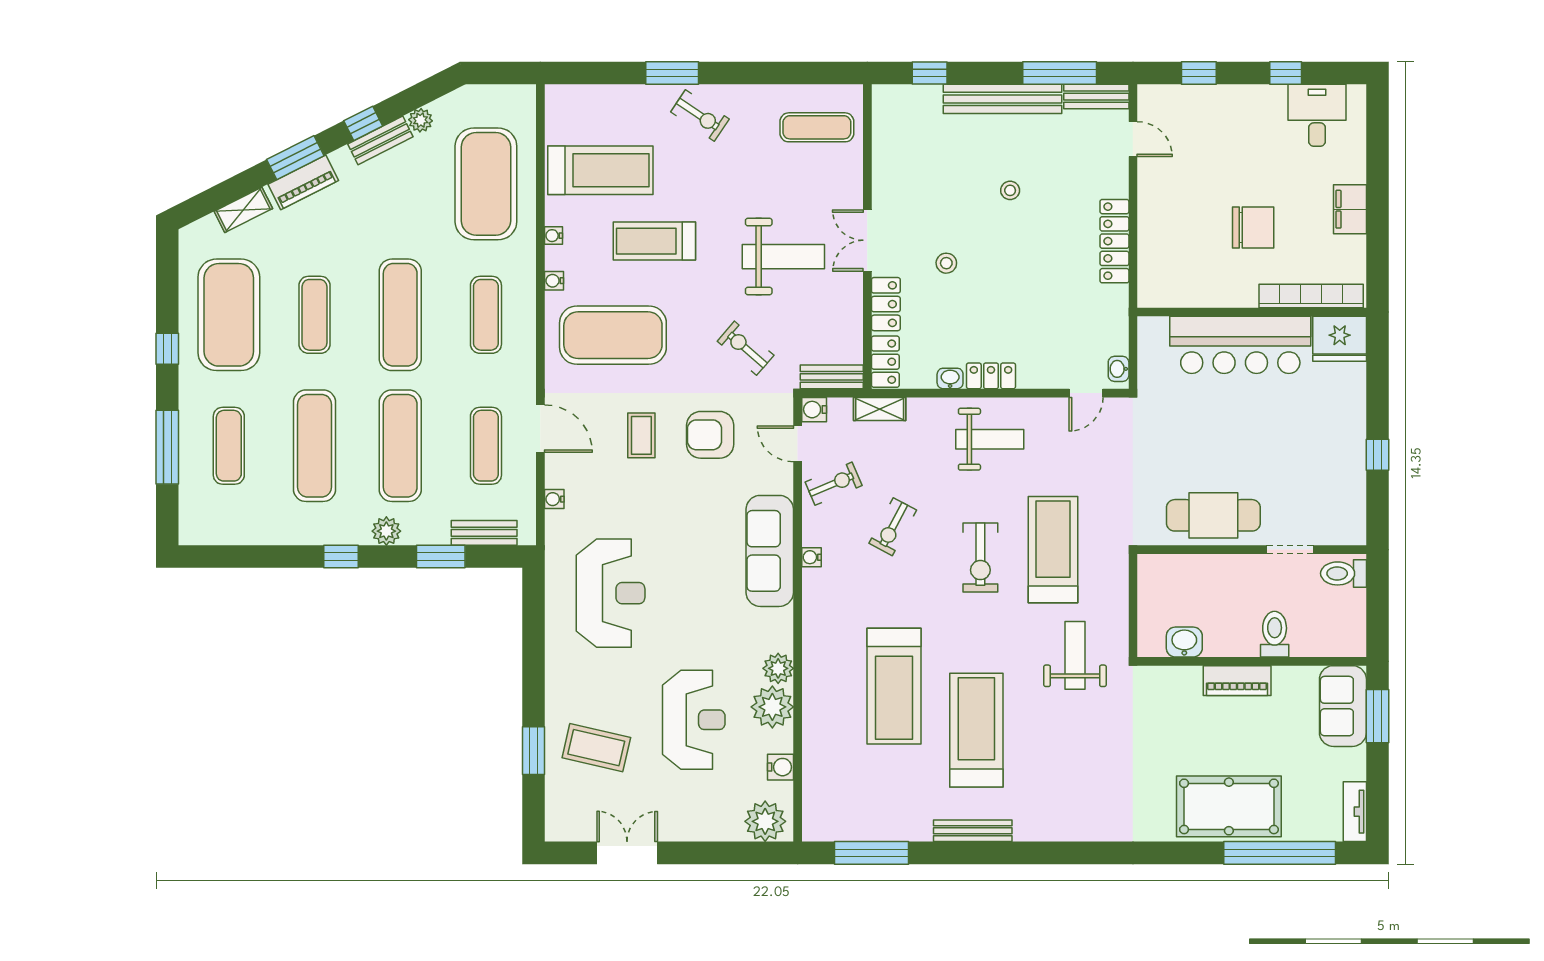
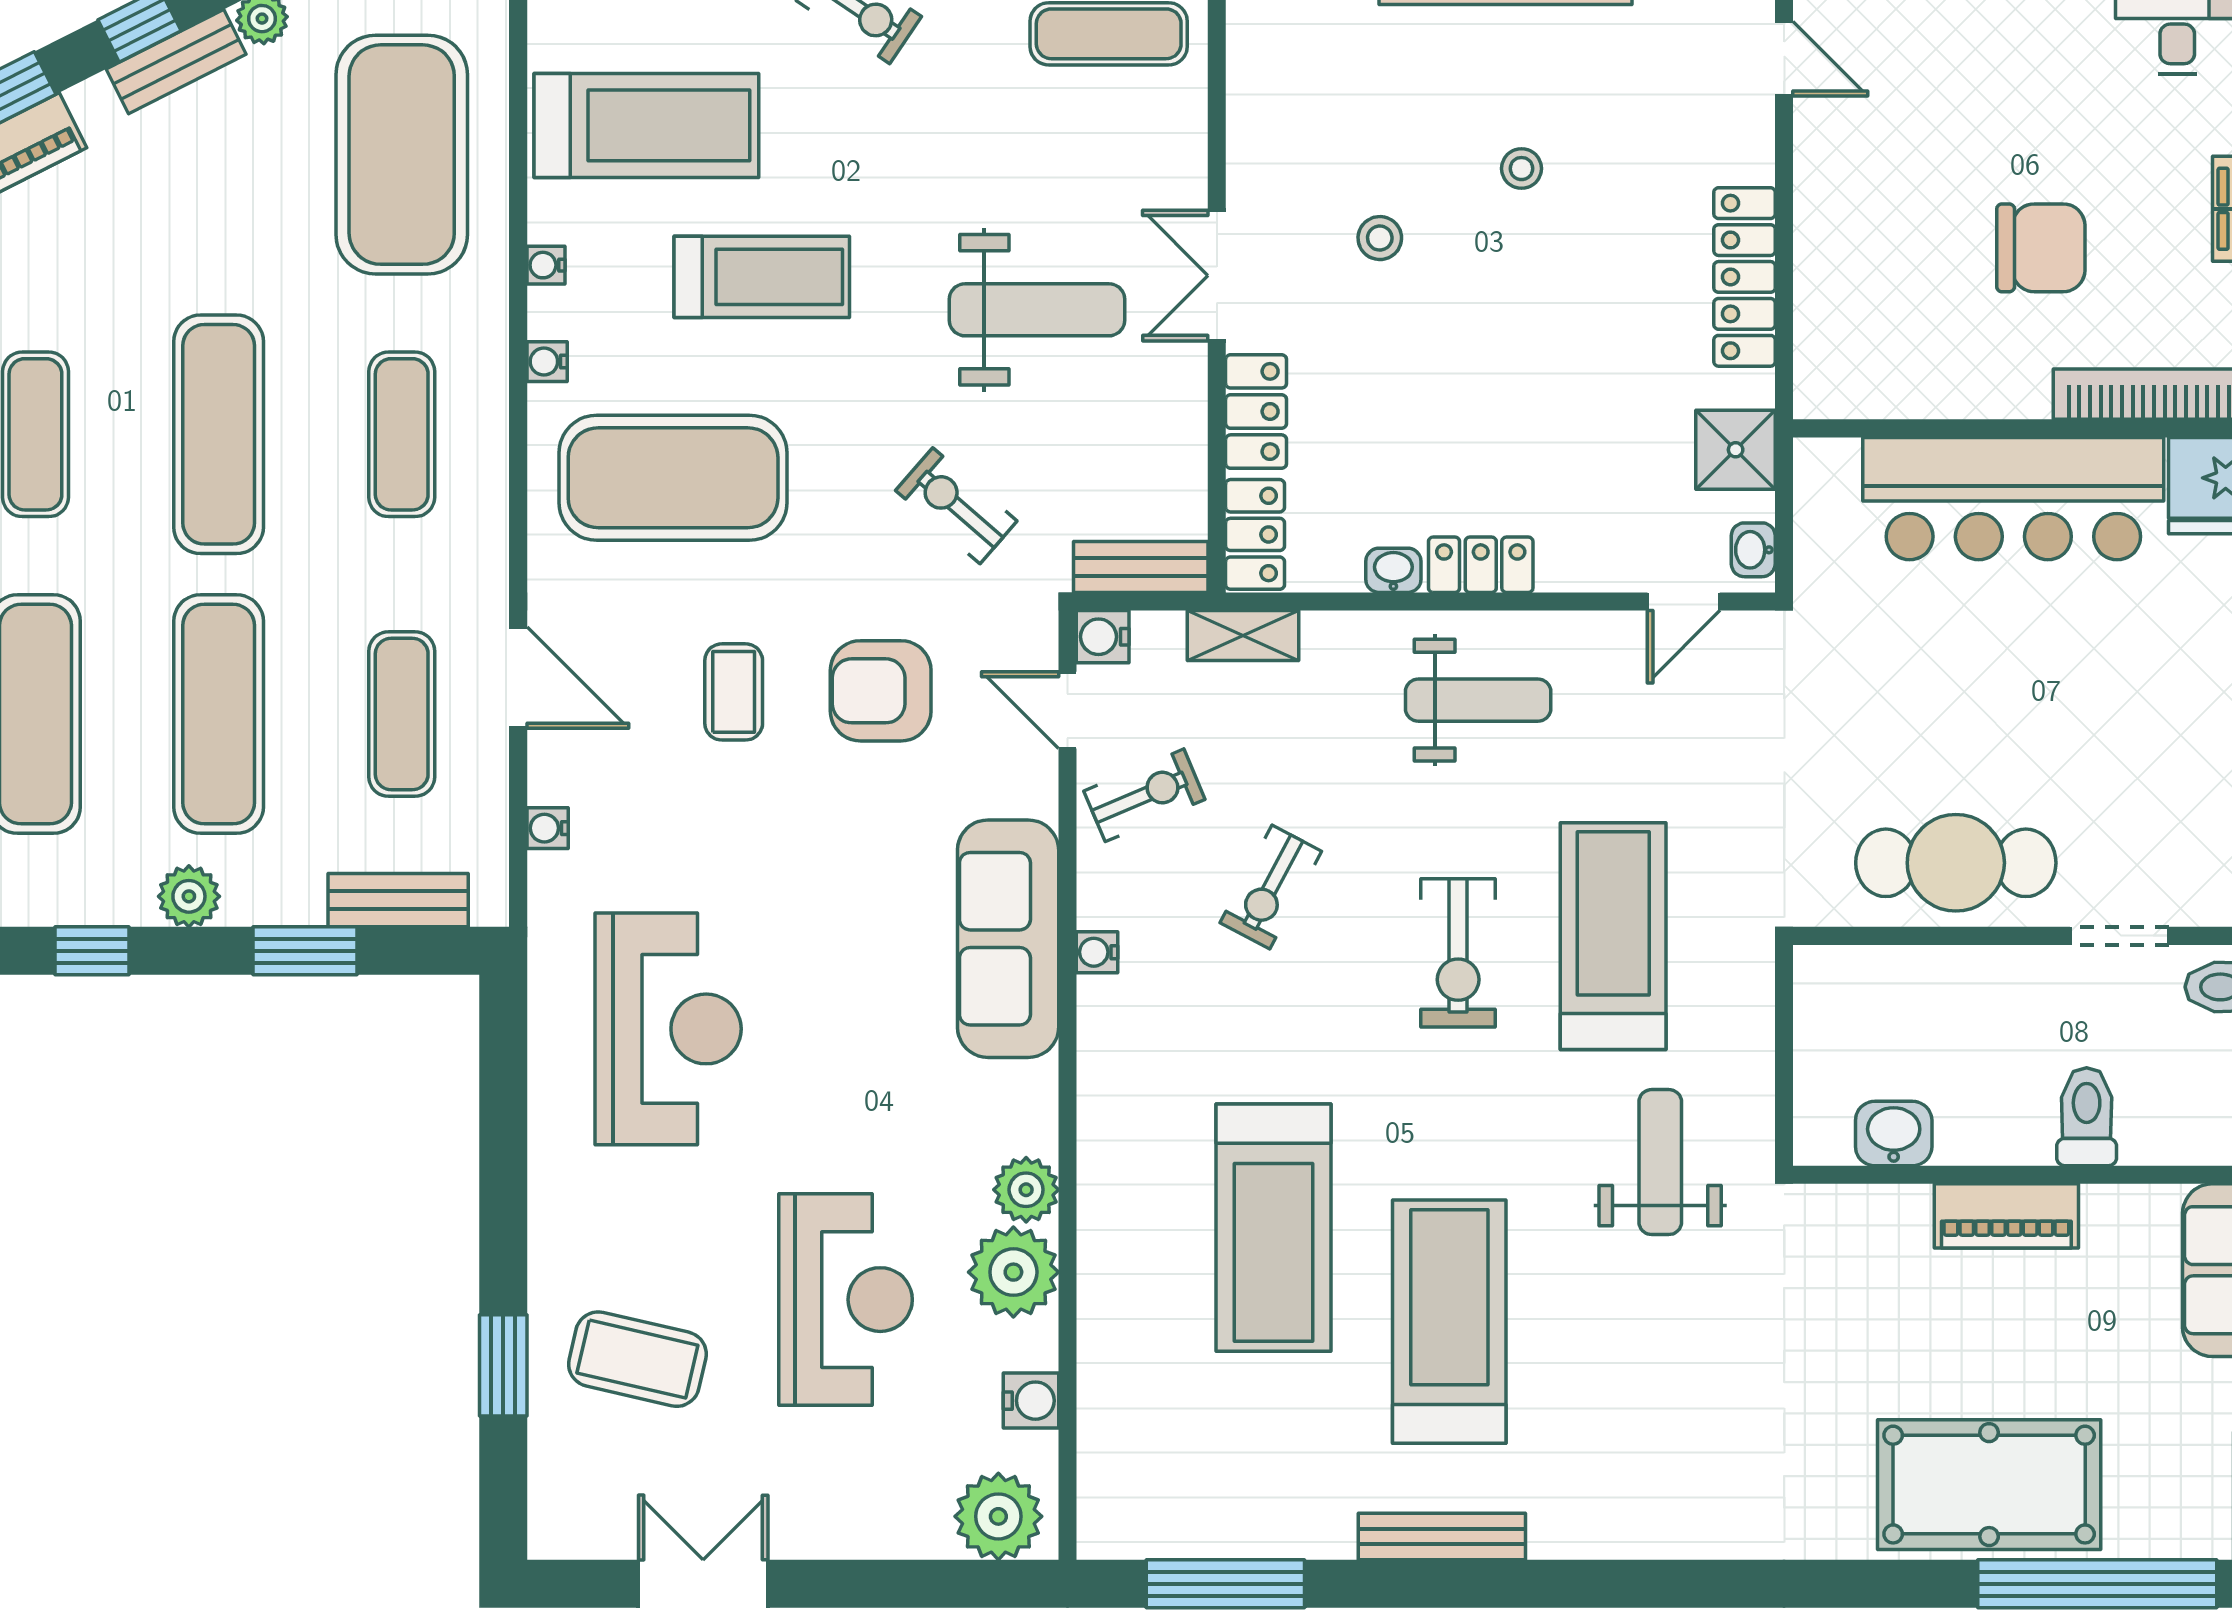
treadmill: (654, 241) -> (762, 277), turned 180
stool: (946, 263) -> (1380, 238), moved
shower: (1110, 322) -> (1736, 450), added

